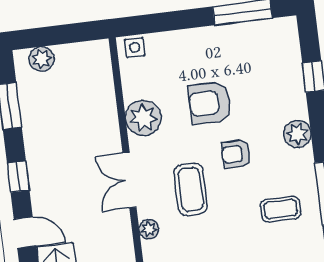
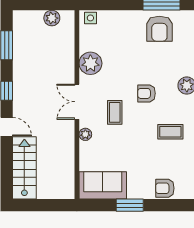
plant: (42, 59) -> (52, 18), moved
armchair: (210, 103) -> (159, 29), moved, turned -90
coffee table: (191, 189) -> (115, 112), width x0.73, depth x0.77

